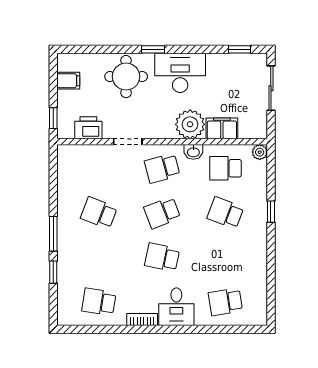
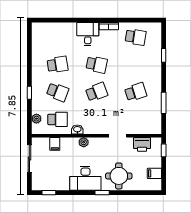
sliding door: (271, 88) -> (29, 158), moved
plant: (190, 124) -> (84, 142), width x0.53, depth x0.53
filing cabinet: (222, 128) -> (55, 144), width x0.50
plant: (260, 152) -> (36, 119), moved
school desk: (162, 168) -> (97, 119), removed
school desk: (99, 213) -> (136, 92), turned -39
window: (53, 234) -> (164, 103), moved
school desk: (225, 302) -> (58, 65), moved

